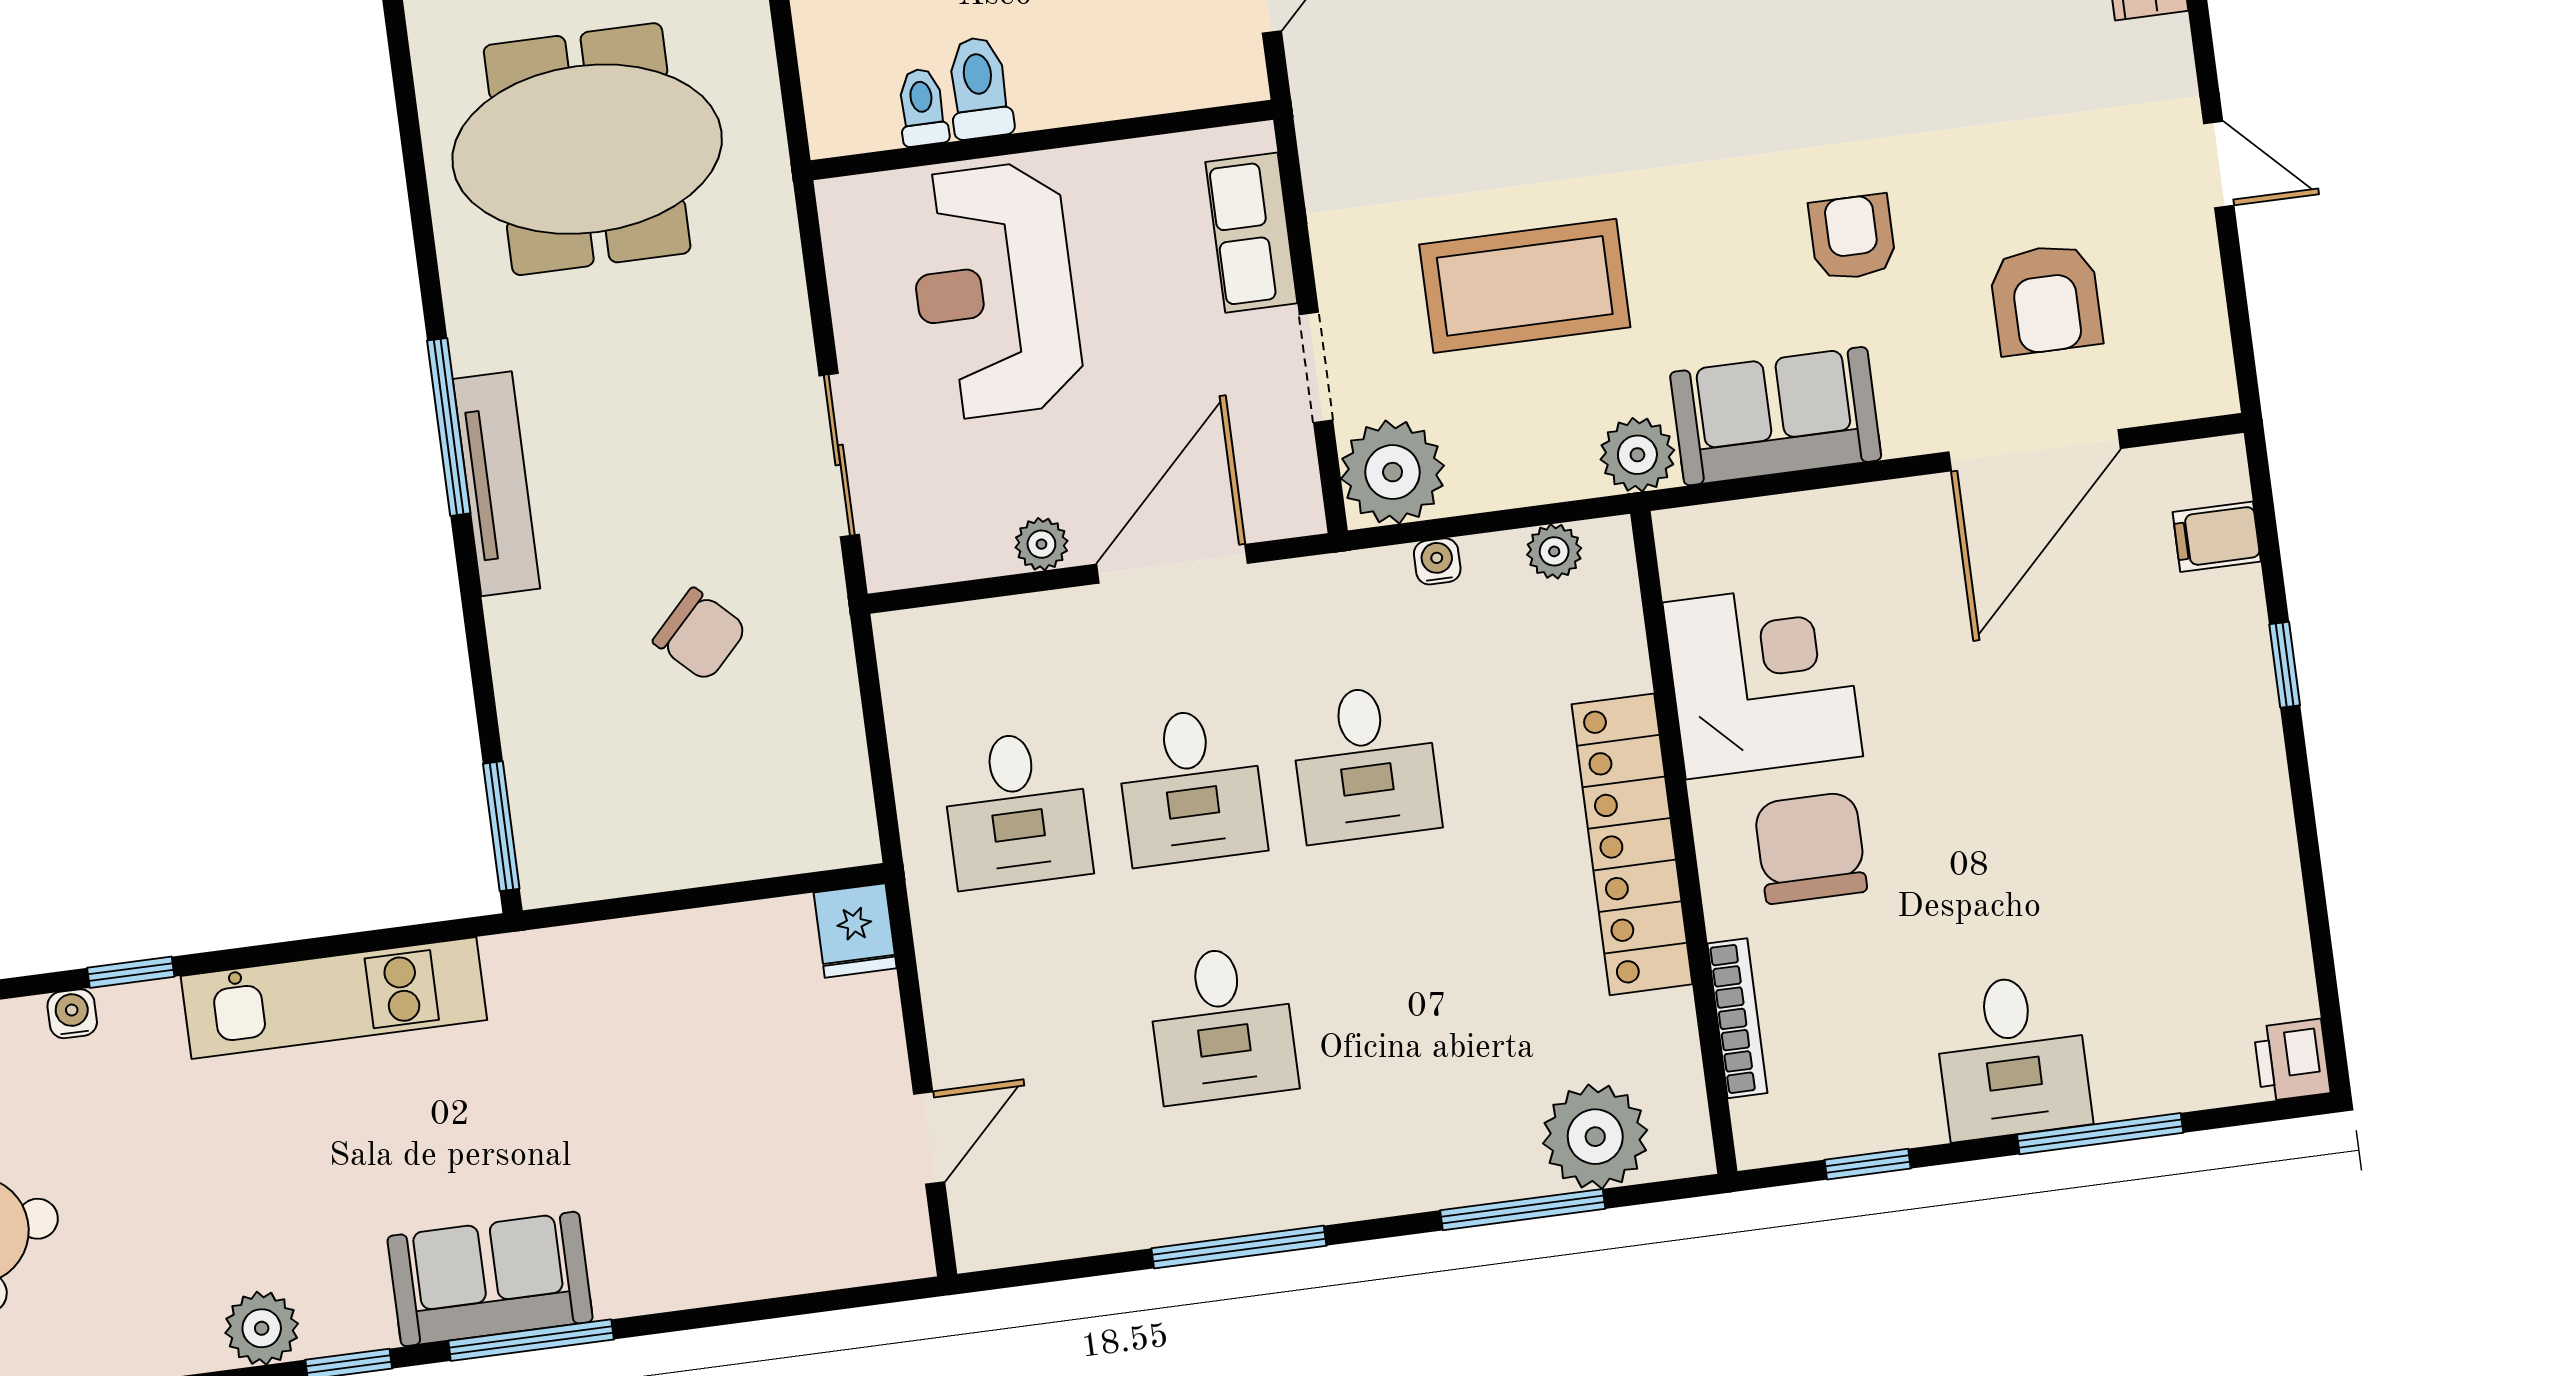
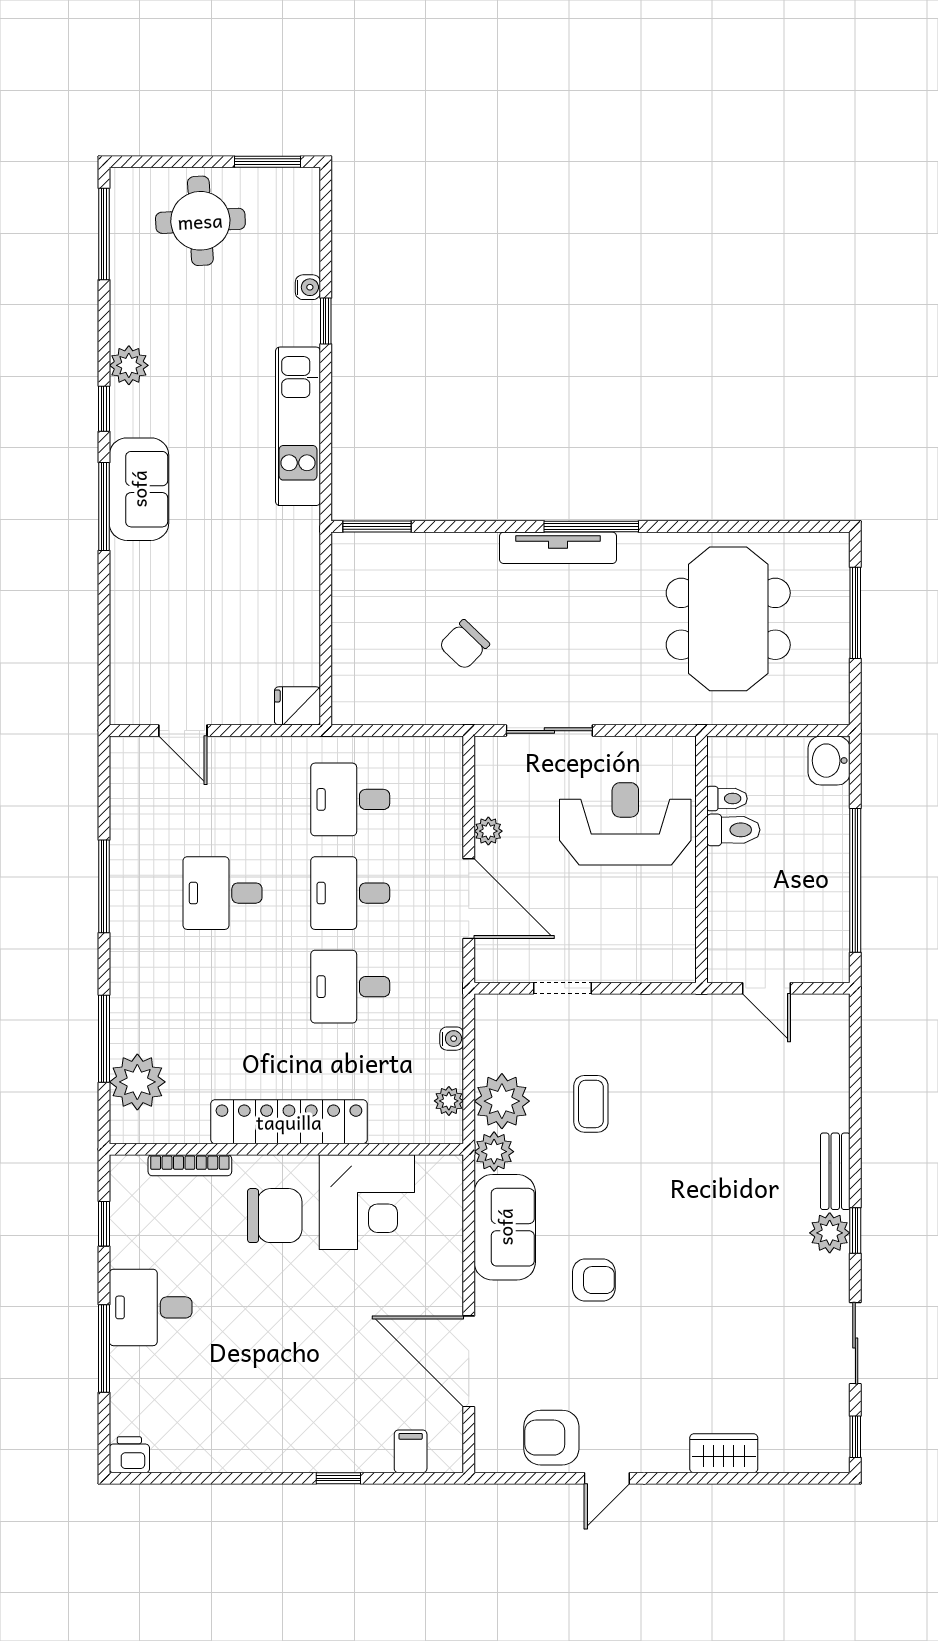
row of seats: (1251, 233) -> (638, 963), removed
coffee table: (1525, 286) -> (591, 1104), width x0.54, depth x0.58
armchair: (2046, 299) -> (551, 1438), moved
plant: (1393, 472) -> (502, 1101), moved

